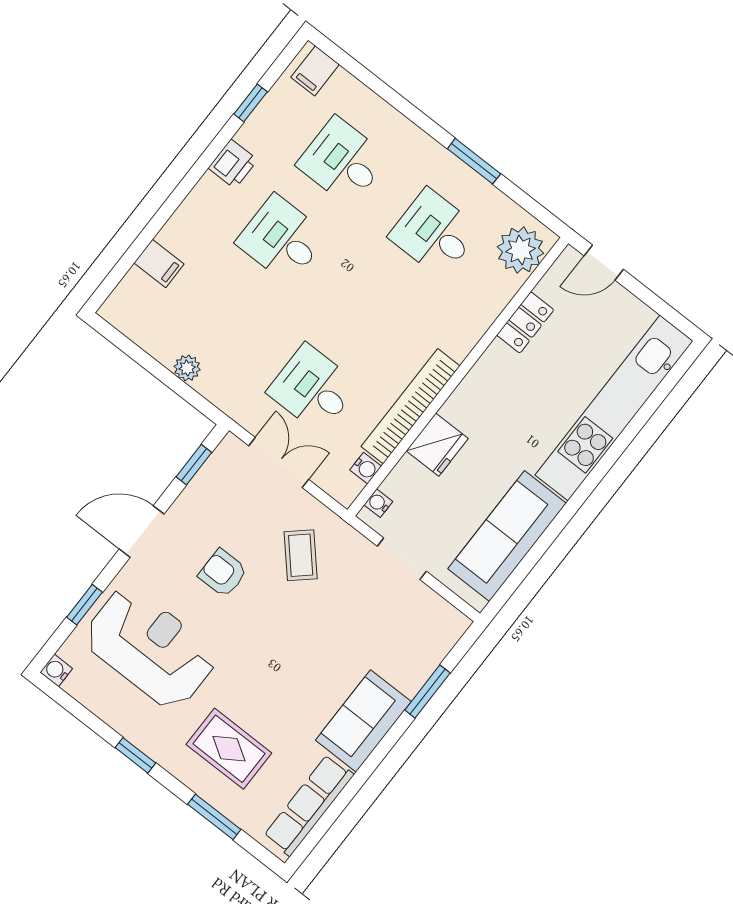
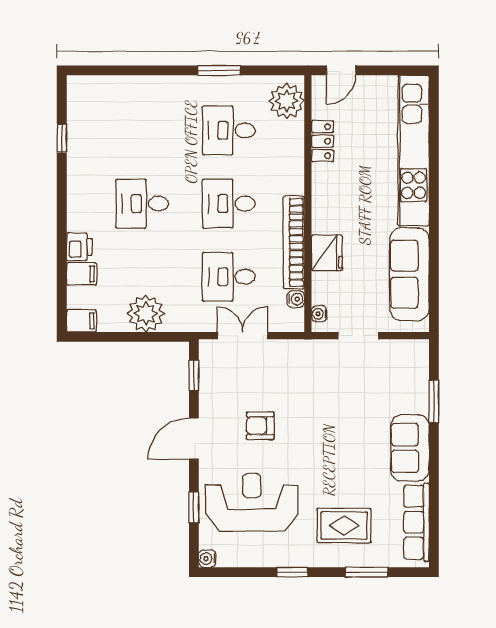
filing cabinet: (315, 71) -> (82, 321), moved, turned -90
desk: (343, 161) -> (229, 204), moved
printer: (233, 164) -> (79, 247), moved
plant: (187, 368) -> (146, 314), width x1.87, depth x1.87
coffee table: (301, 555) -> (298, 380), removed

